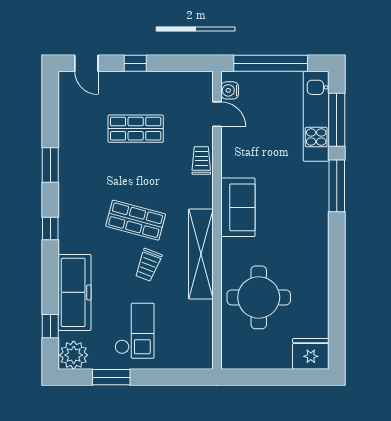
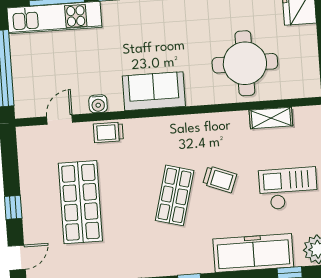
water cooler: (230, 90) -> (98, 104), moved
shop shelf: (136, 129) -> (80, 202), width x1.43, depth x1.36
shelving: (201, 254) -> (271, 118), moved, width x0.45, depth x0.75

